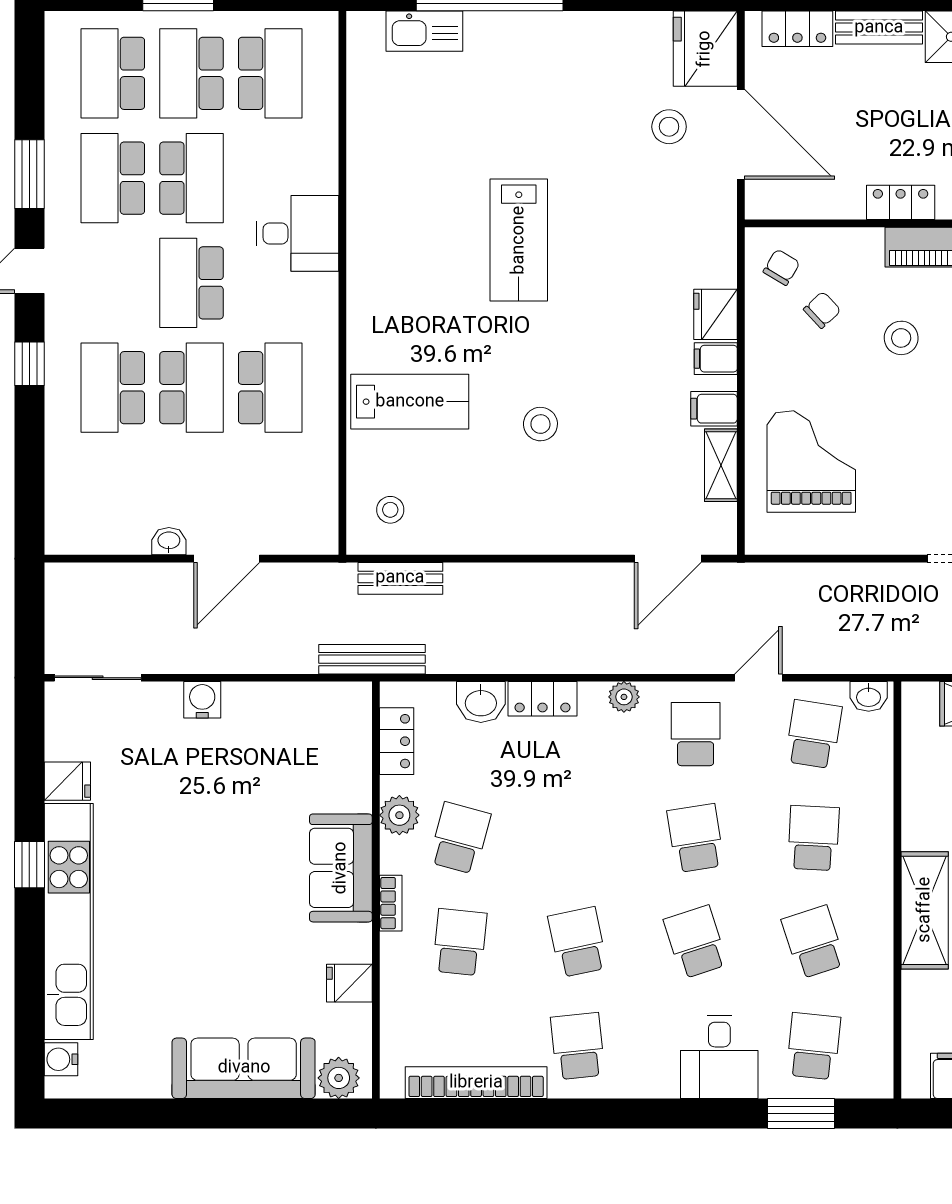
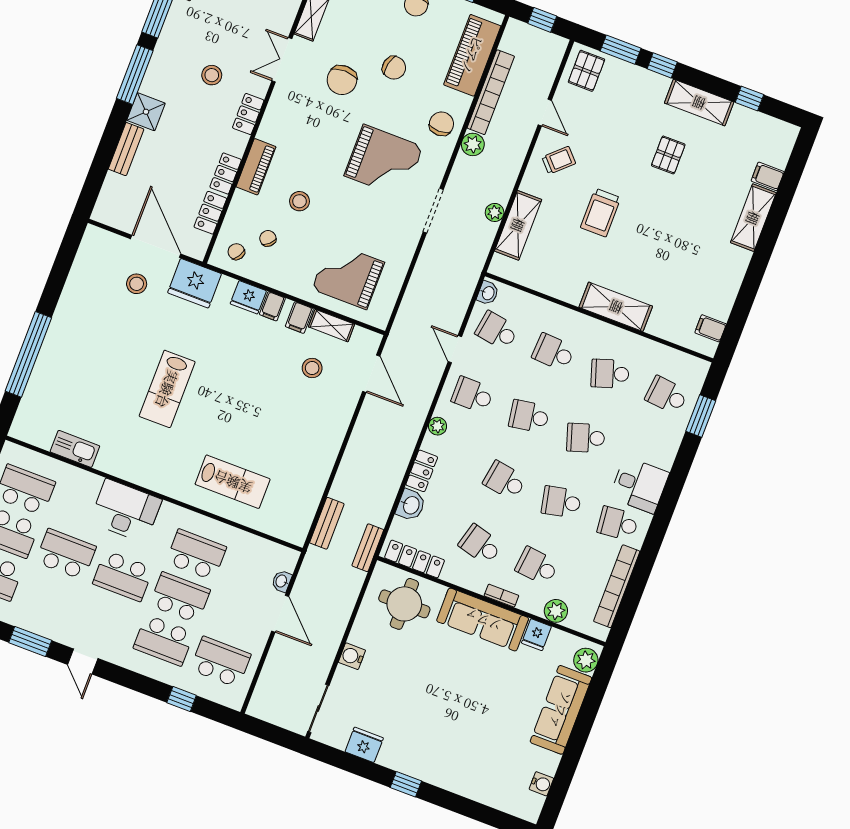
locker: (797, 29) -> (210, 213), moved, turned 180
kitchen sink: (424, 31) -> (75, 449), moved, turned -90
fridge: (705, 49) -> (195, 283), moved
door: (741, 134) -> (156, 246), hinge flipped
school desk: (113, 178) -> (221, 662), moved, turned 180
desk: (298, 233) -> (126, 511), width x1.37
lab bench: (519, 240) -> (167, 389), turned 90
window: (29, 364) -> (182, 699), moved
lab bench: (410, 402) -> (233, 482), turned 90
stool: (540, 424) -> (312, 368), moved
stool: (390, 510) -> (287, 515), removed
washbasin: (169, 541) -> (282, 581), moved
bench: (372, 659) -> (368, 548), width x0.73
locker: (397, 741) -> (415, 559), width x1.53
round table: (318, 752) -> (404, 604), added
fridge: (67, 781) -> (364, 745), width x1.38
plant: (399, 815) -> (556, 611), moved
school desk: (578, 838) -> (505, 481), added
sofa: (341, 868) -> (483, 620), width x1.36
kitchen unit: (69, 922) -> (445, 775), removed
desk: (719, 1057) -> (639, 485), moved
water cooler: (61, 1059) -> (541, 784), moved, turned -90

